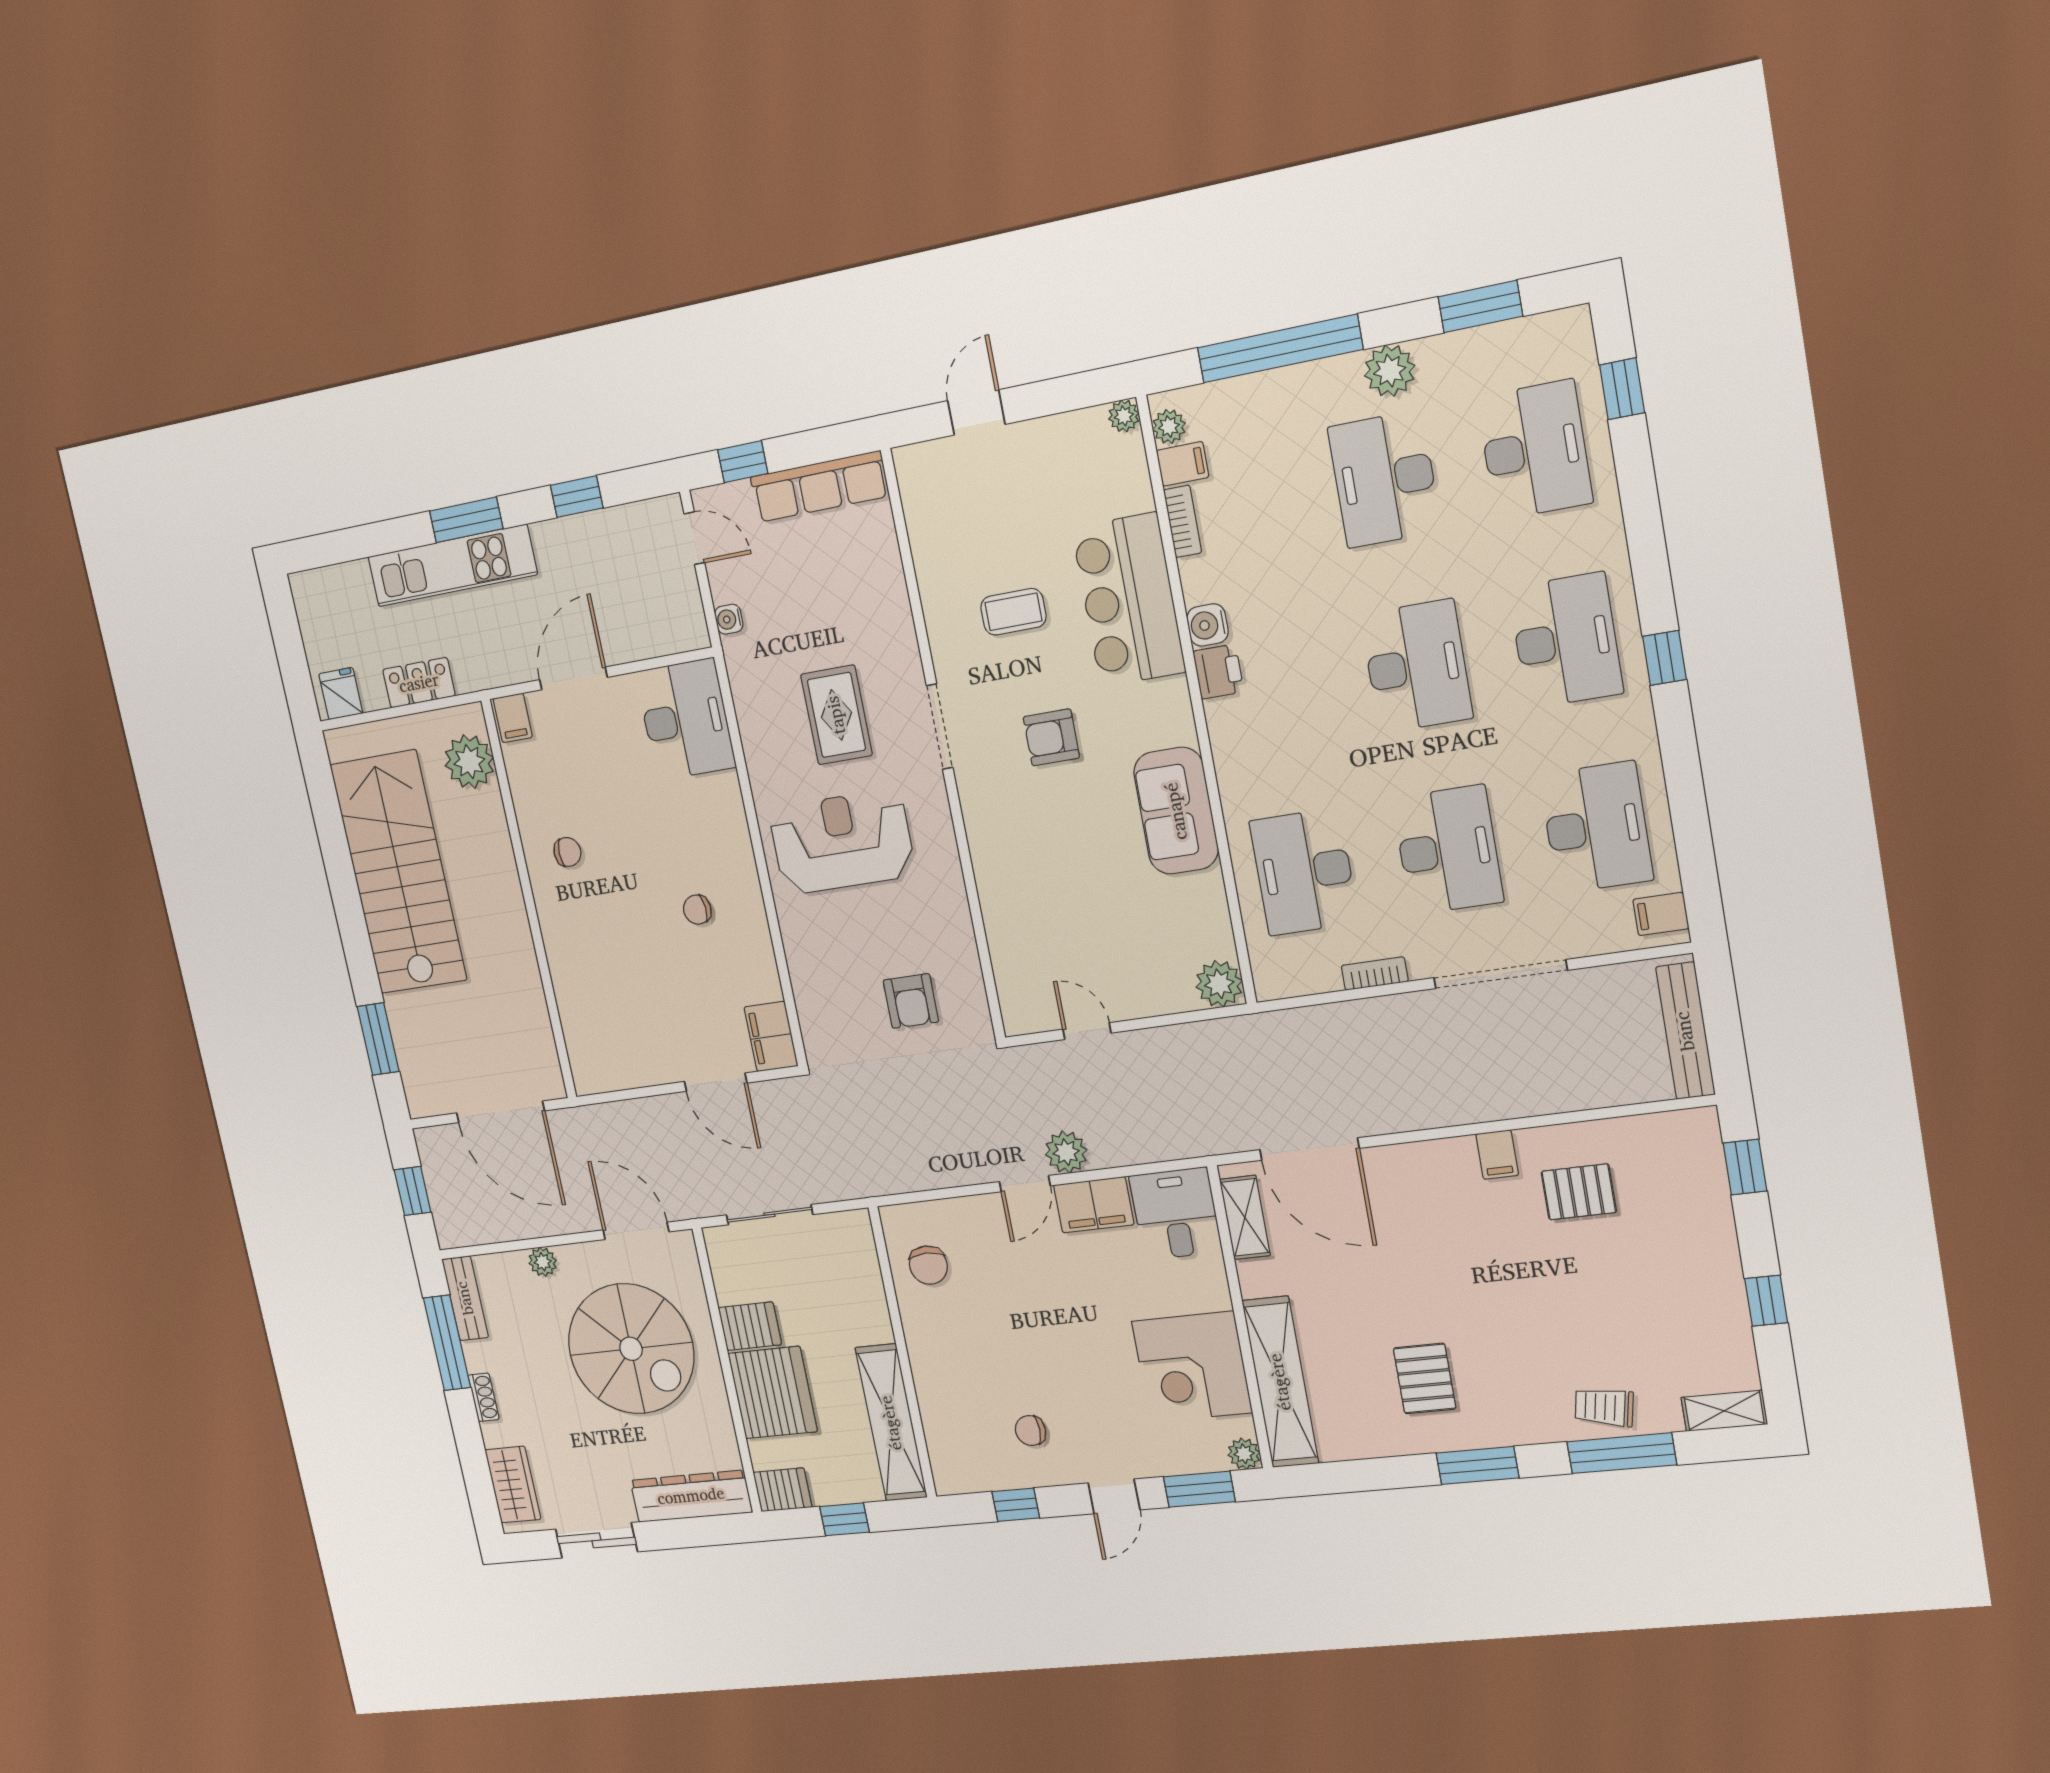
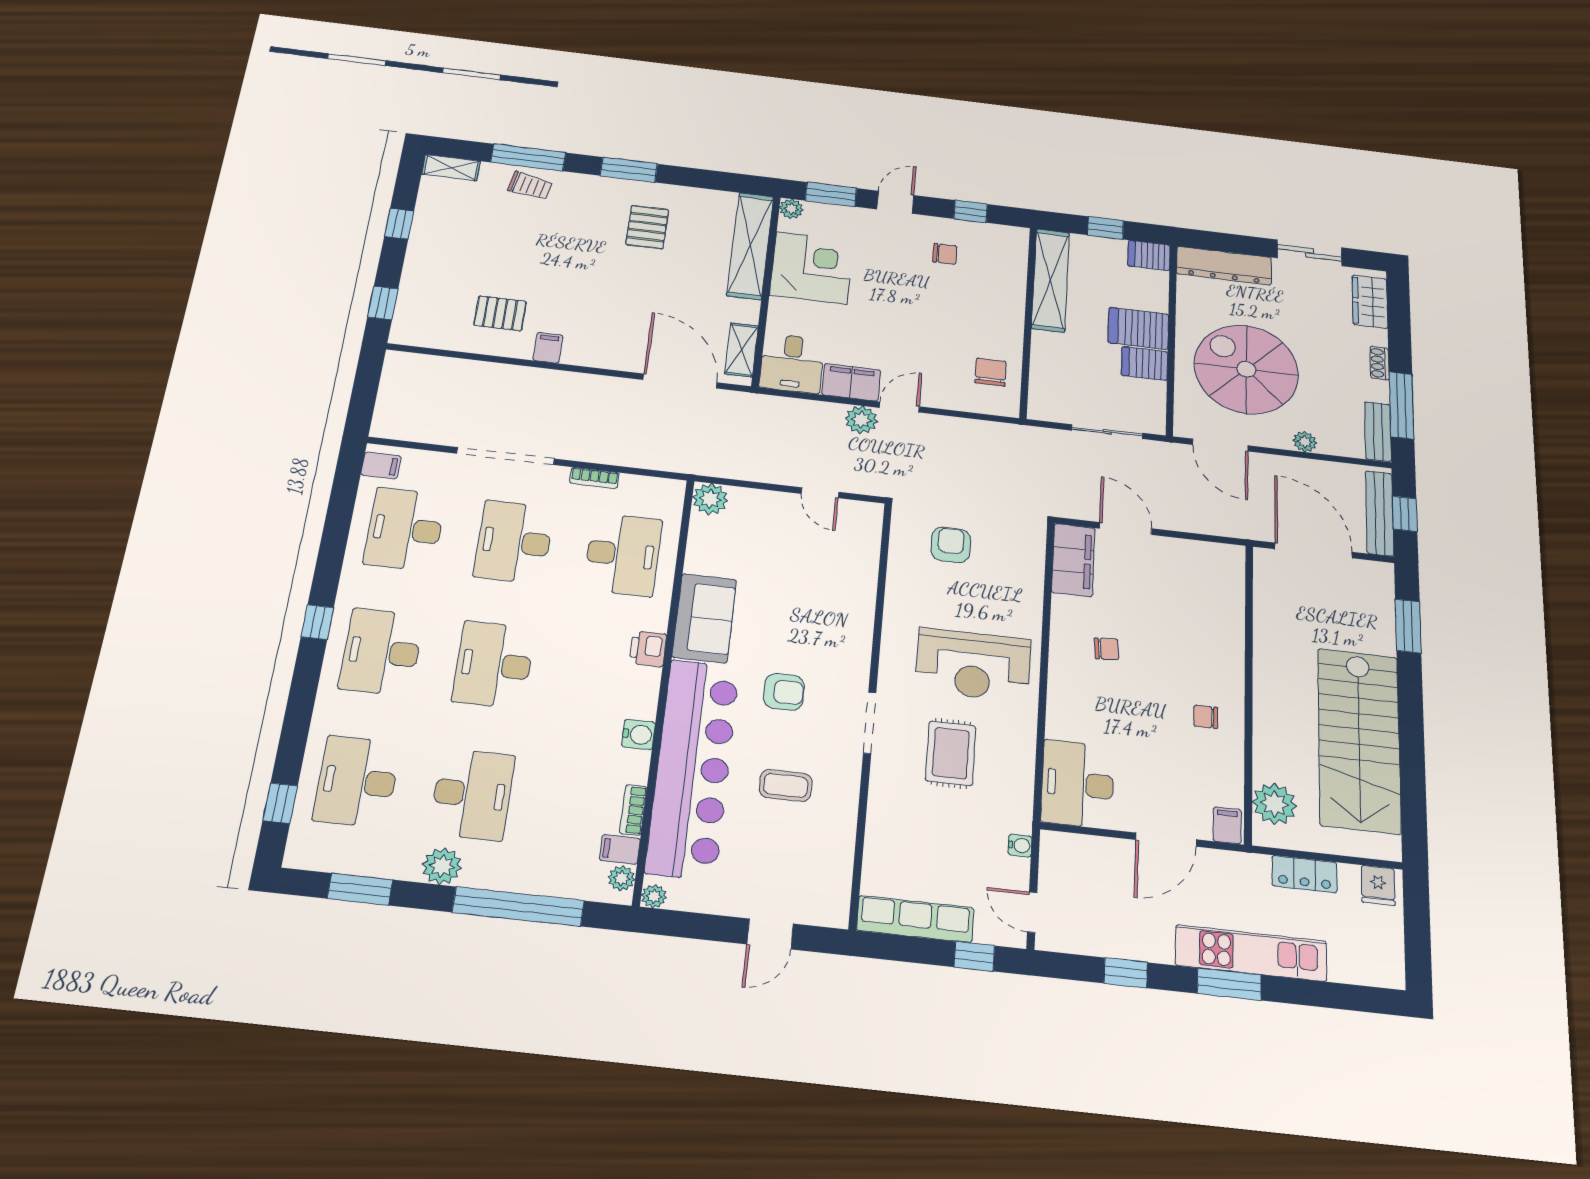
bar counter: (1129, 600) -> (693, 768), width x1.86
printer: (1218, 672) -> (648, 649), moved
bench: (1685, 1031) -> (1380, 513), moved
filing cabinet: (771, 1037) -> (1073, 560), width x1.50, depth x1.17
server rack: (773, 1392) -> (1138, 328), width x0.63

